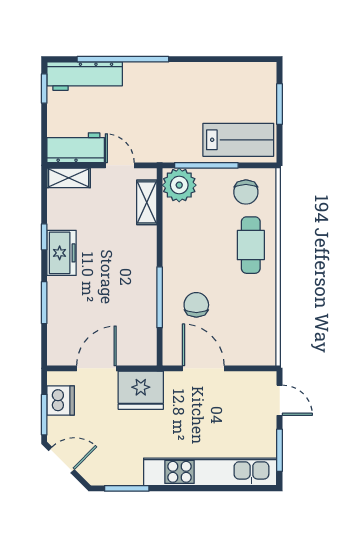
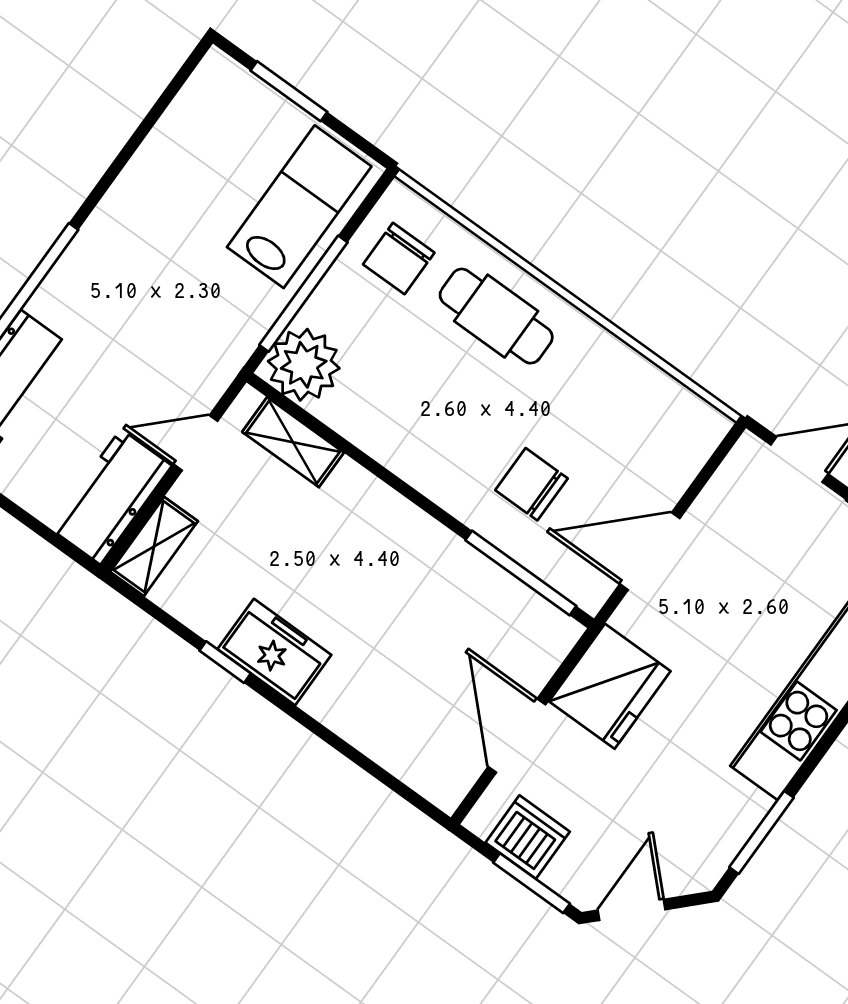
chair: (246, 192) -> (399, 259), turned 90
window: (160, 297) -> (521, 573), moved
window: (44, 303) -> (338, 744), removed

